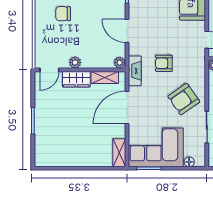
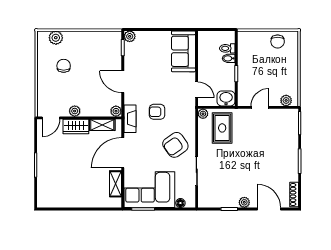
chair: (63, 14) -> (64, 66), turned 90
shelving: (119, 153) -> (116, 184), moved

